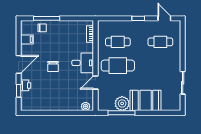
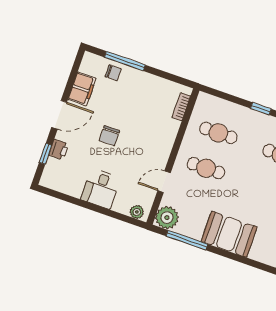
filing cabinet: (27, 39) -> (82, 89), width x2.00
desk: (83, 63) -> (101, 189), moved, turned 90
cafe table: (118, 66) -> (206, 168), width x0.73, depth x0.74
plant: (122, 103) -> (167, 218), moved

